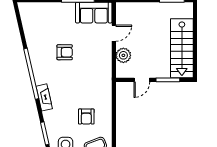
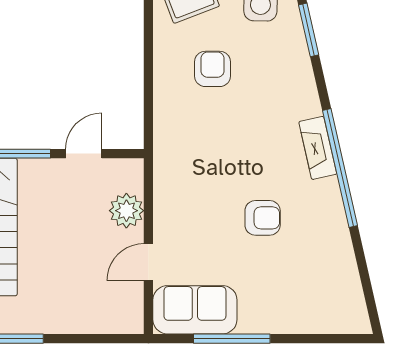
armchair: (65, 52) -> (263, 218), turned 180
fireplace: (44, 97) -> (318, 148), moved

